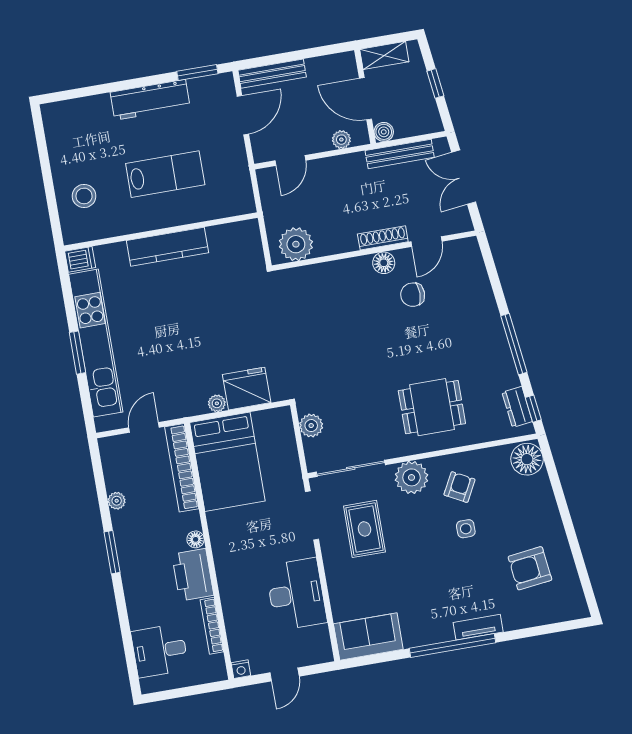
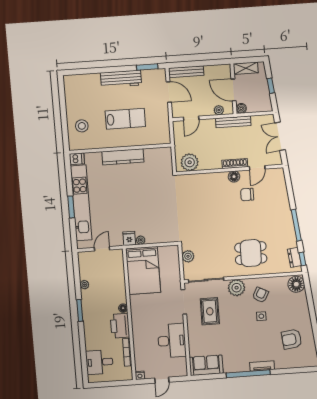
door: (243, 115) -> (169, 92), hinge flipped
bench: (400, 154) -> (233, 122), moved
fridge: (247, 389) -> (129, 238), moved, width x0.53, depth x0.75
bookcase: (182, 468) -> (119, 271), removed

